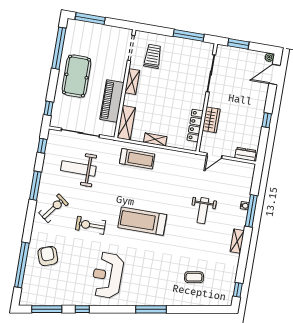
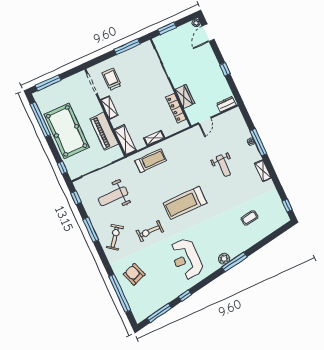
pool table: (77, 76) -> (67, 131), width x1.36, depth x1.32
plant: (143, 299) -> (224, 259), added

